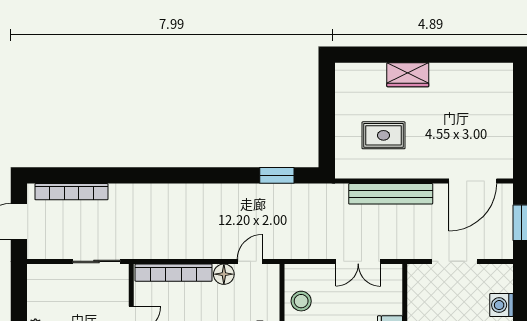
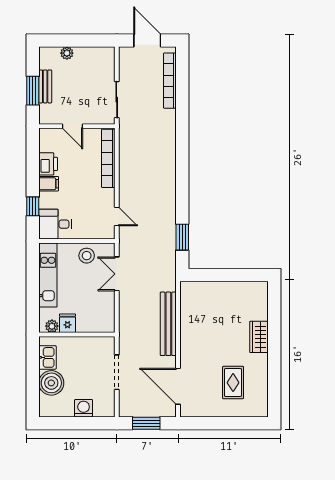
rug: (384, 135) -> (233, 383), moved
double door: (358, 261) -> (117, 274), moved
floor lamp: (224, 274) -> (107, 197), removed

